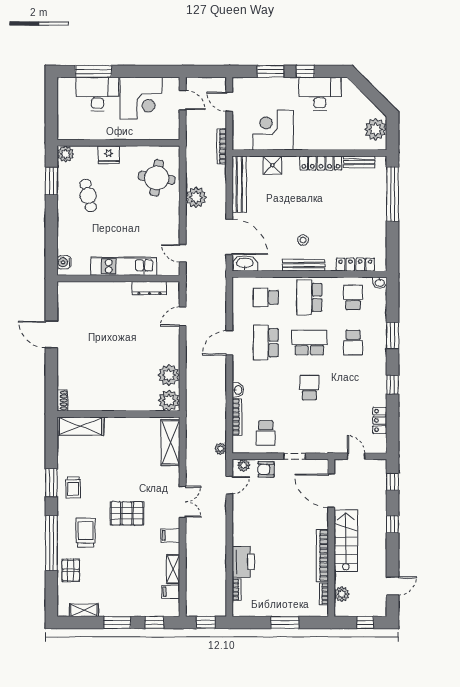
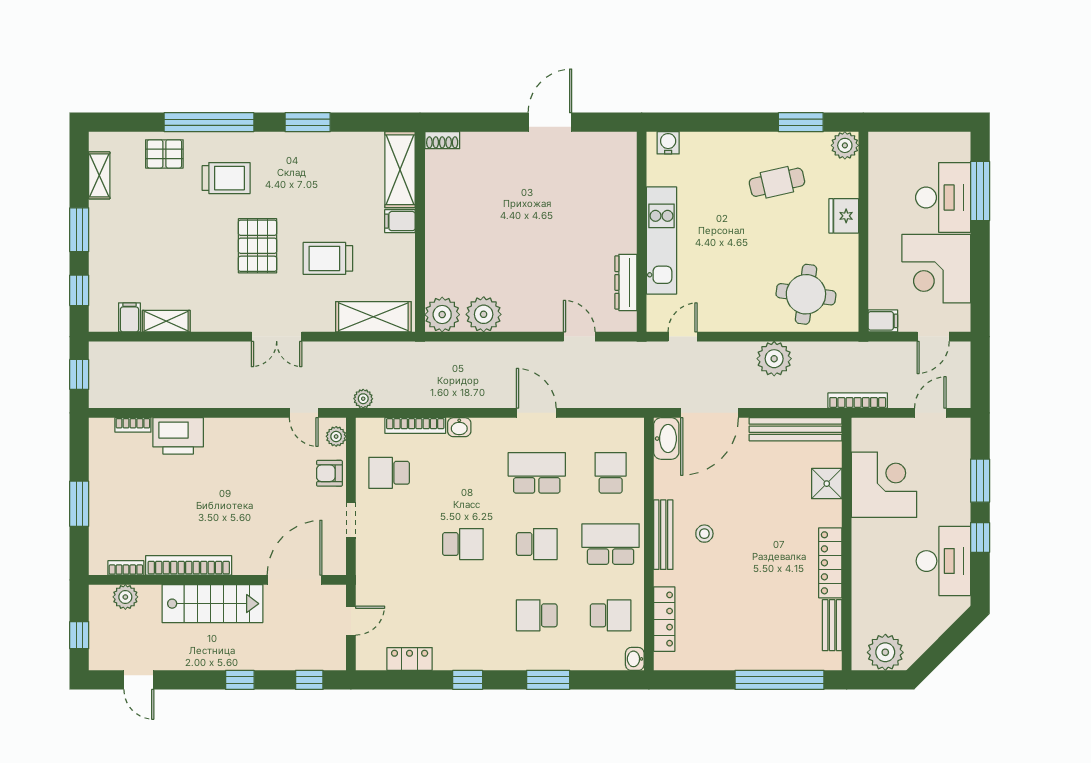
filing cabinet: (173, 131) -> (883, 321), added
school desk: (309, 343) -> (537, 544), width x0.54
armchair: (266, 469) -> (329, 473), turned -90
trolley: (73, 487) -> (328, 258), moved, width x1.36, depth x1.39
filing cabinet: (170, 535) -> (400, 221), moved, turned -90

